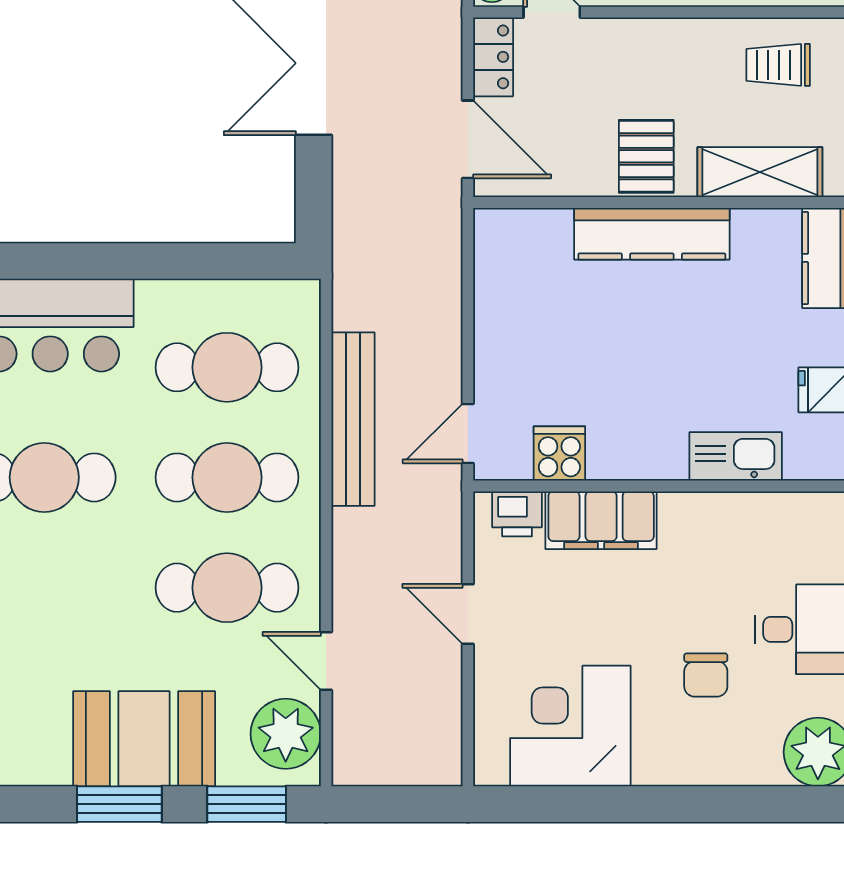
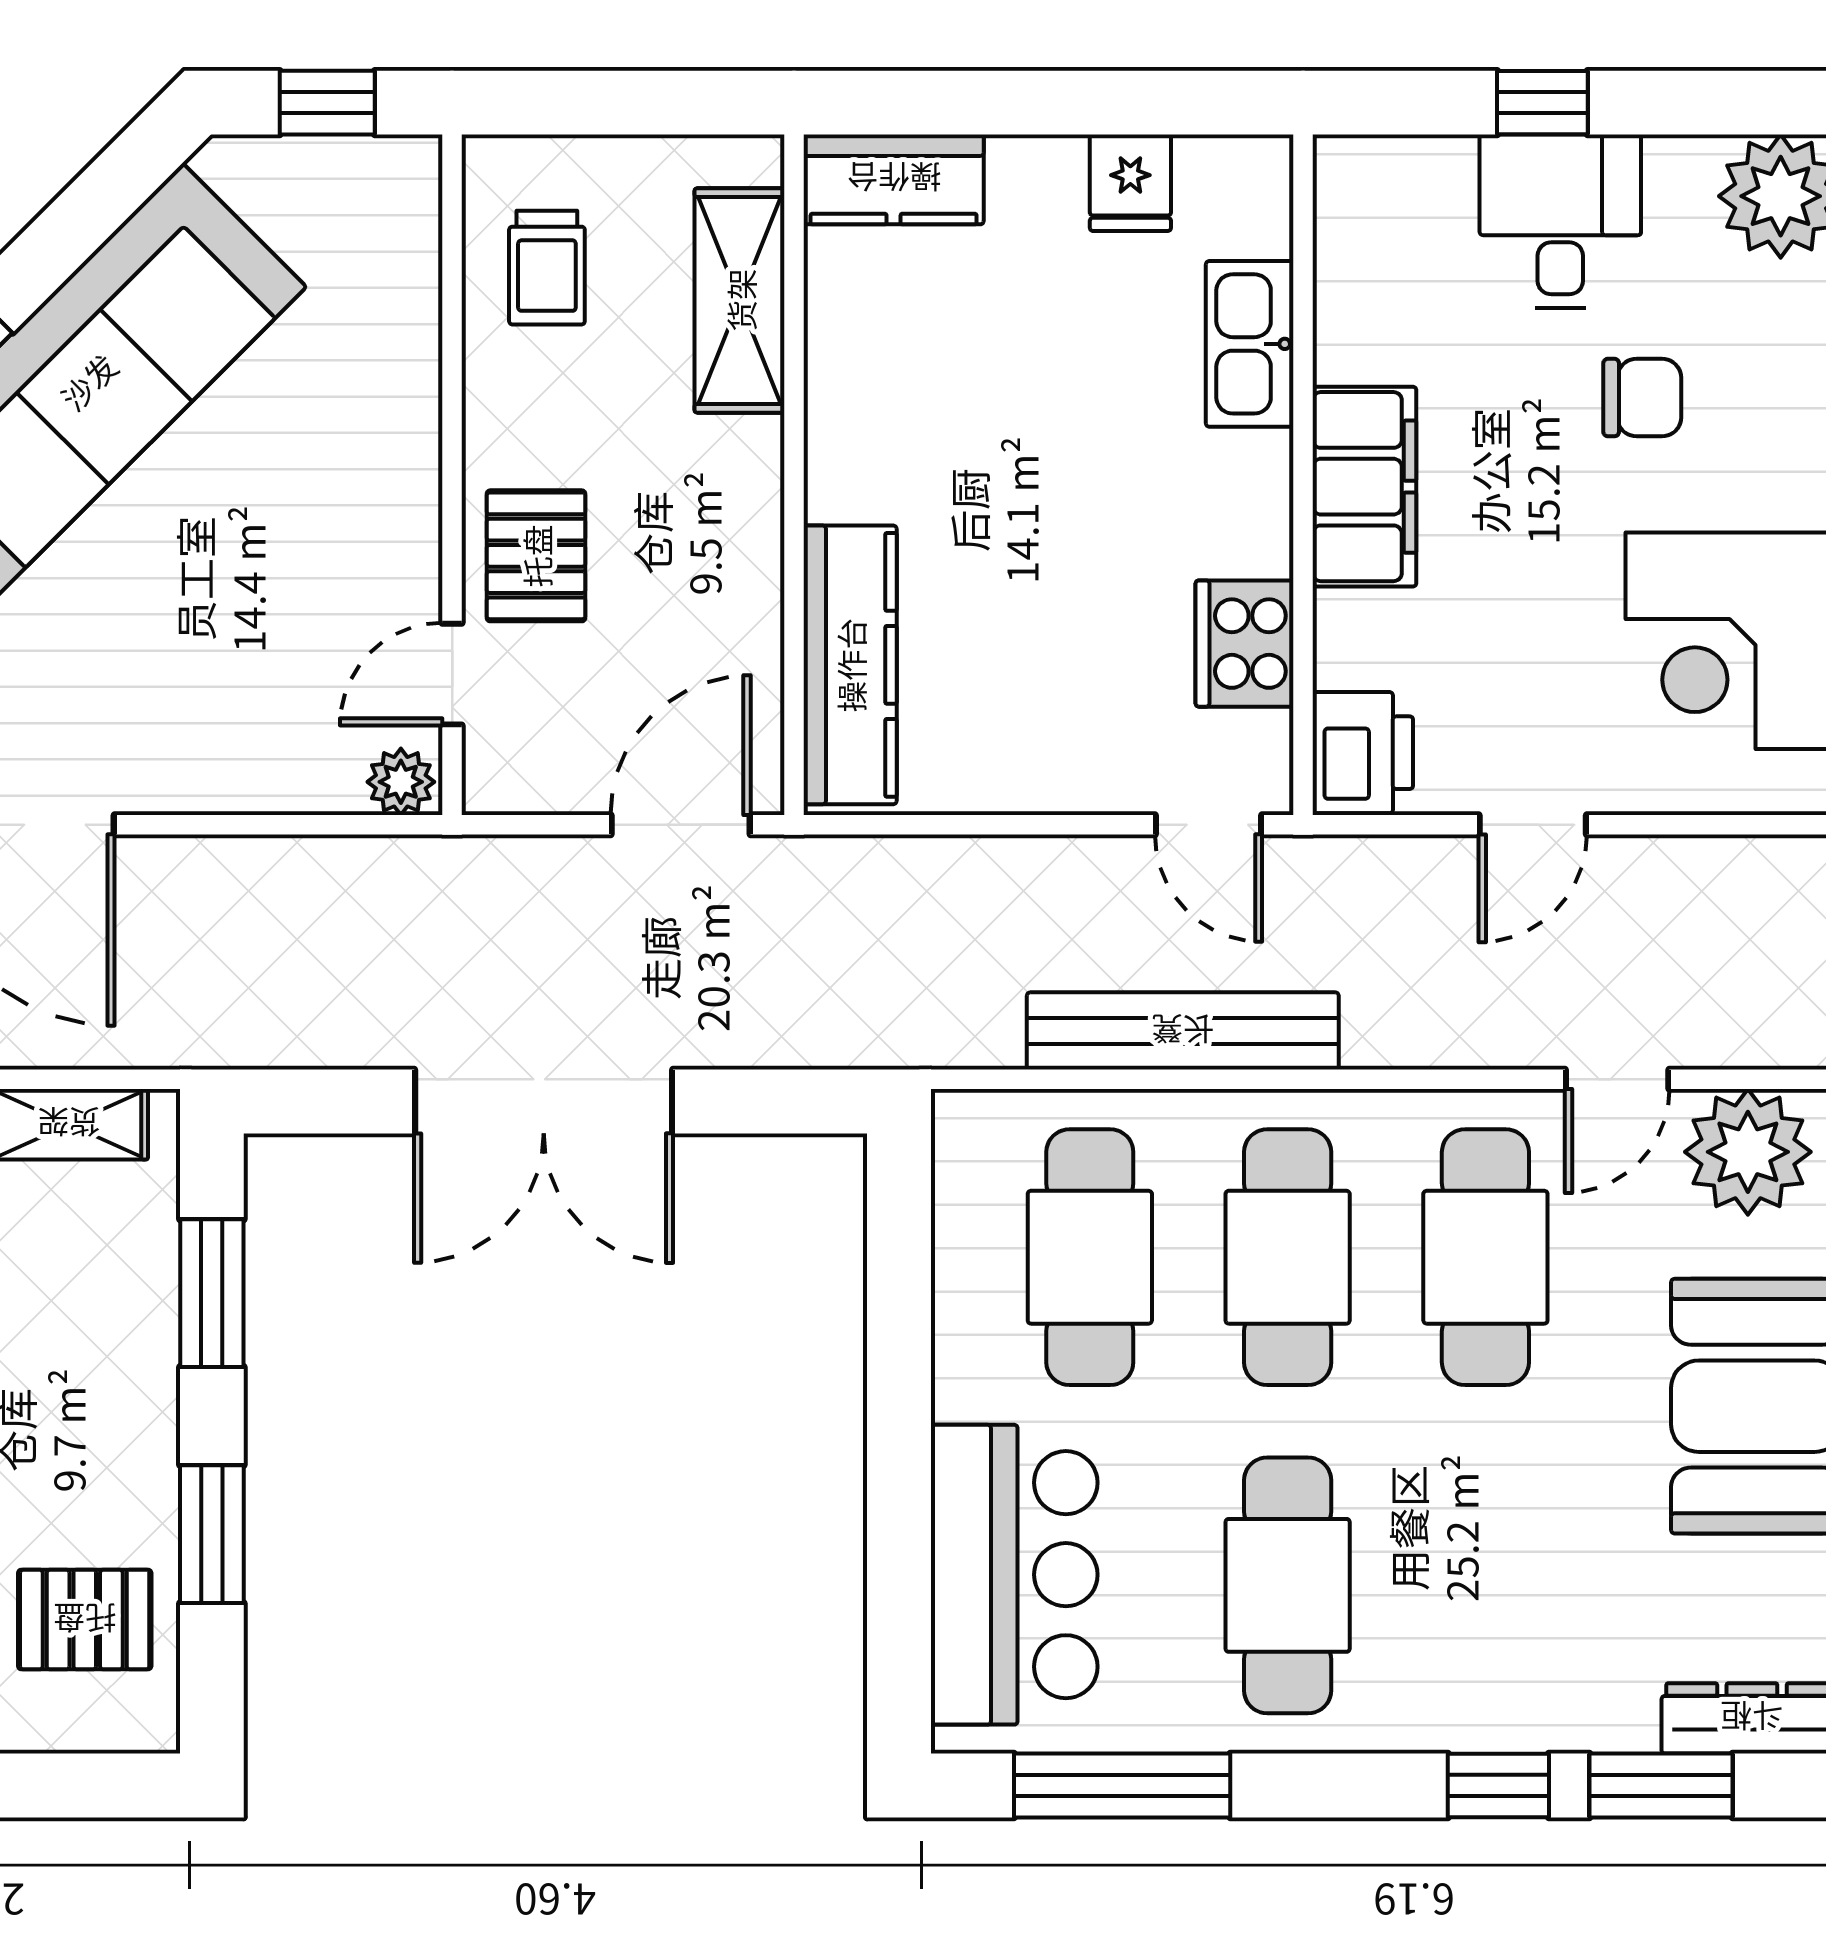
locker: (493, 57) -> (532, 779), removed
pallet: (646, 156) -> (536, 556), moved, turned 90
kitchen counter: (652, 234) -> (850, 665), moved
cooker: (559, 453) -> (1245, 644), width x1.36
printer: (517, 514) -> (1363, 753), width x1.36, depth x1.24
filing cabinet: (601, 520) -> (1364, 487), moved

